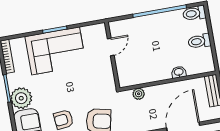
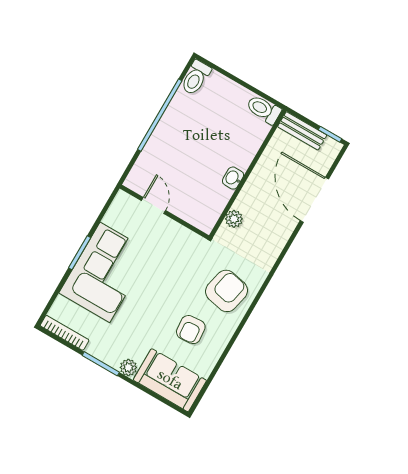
toilet: (199, 41) -> (264, 109), moved, turned 90
washbasin: (179, 72) -> (233, 178), moved
plant: (21, 98) -> (128, 367), width x0.53, depth x0.53

